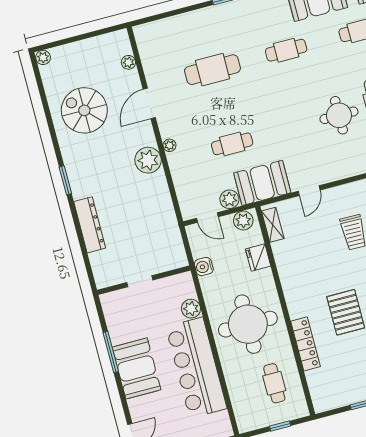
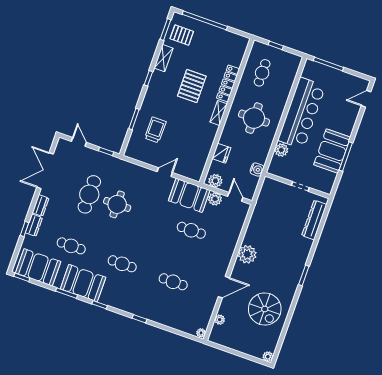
cafe table: (212, 70) -> (173, 282), width x0.73, depth x0.74
plant: (170, 145) -> (201, 333), moved
dresser: (90, 225) -> (314, 220), moved
shelving: (273, 225) -> (219, 113), moved
round table: (248, 324) -> (254, 118), width x0.73, depth x0.73
booth: (136, 368) -> (332, 151), moved

